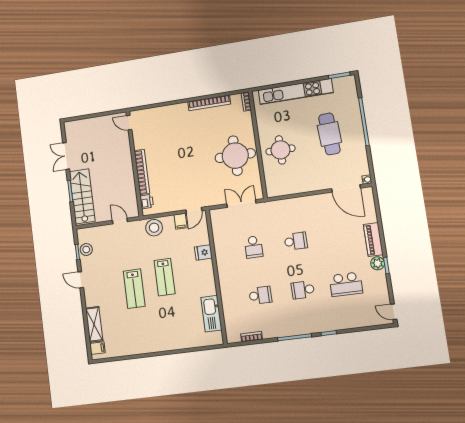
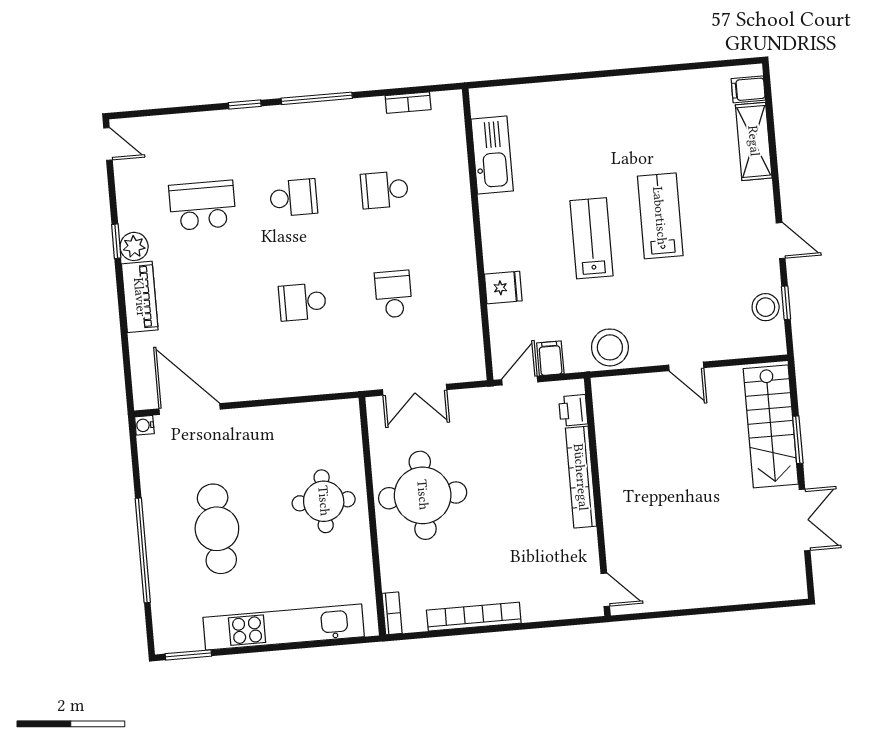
door: (129, 123) -> (605, 590), moved
wall: (134, 164) -> (597, 497), moved
bookcase: (142, 172) -> (581, 477), moved
printer: (147, 202) -> (573, 410), moved

